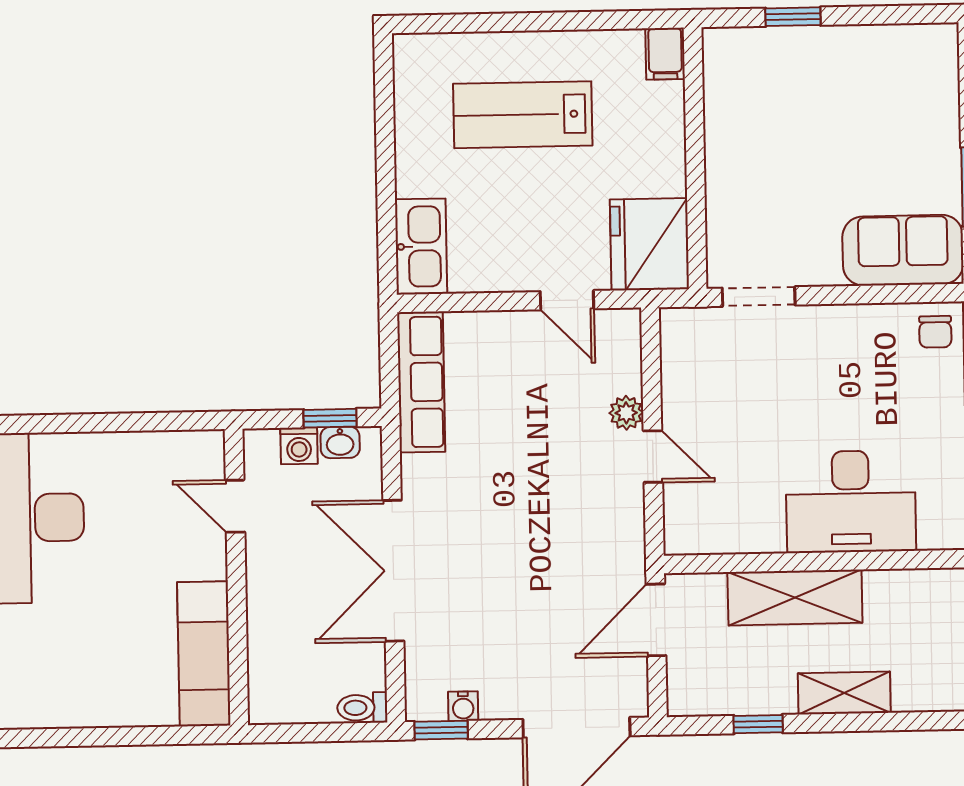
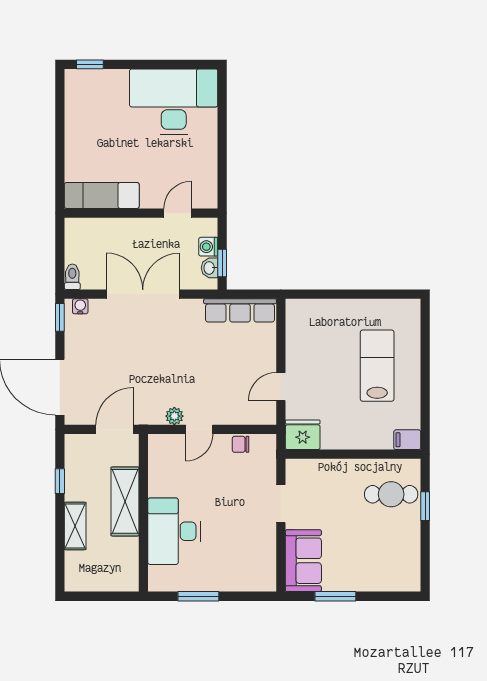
cafe table: (771, 83) -> (391, 494), added
fridge: (649, 244) -> (303, 435), width x0.73, depth x0.75
kitchen sink: (421, 247) -> (310, 312), removed
doorway: (759, 297) -> (281, 504), moved
chair: (935, 332) -> (241, 444), moved
plant: (626, 413) -> (174, 416), moved
door: (656, 620) -> (115, 429), hinge flipped
water cooler: (463, 706) -> (80, 306), moved, turned 90

